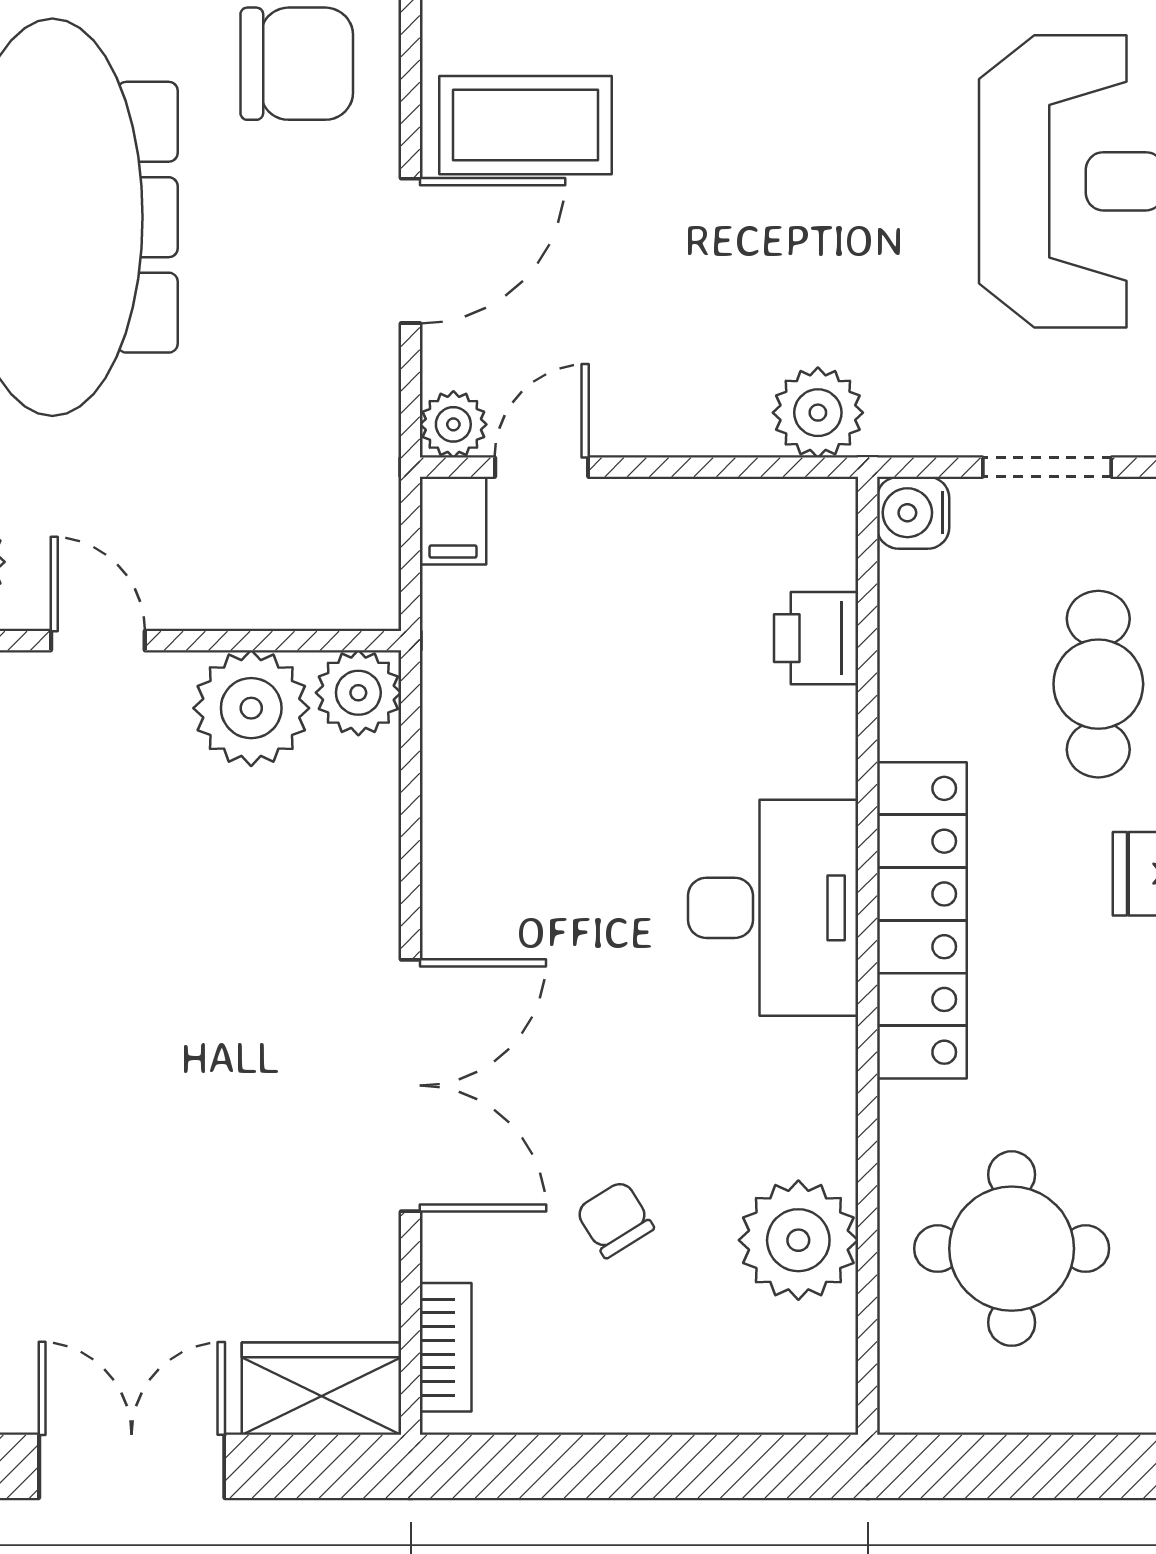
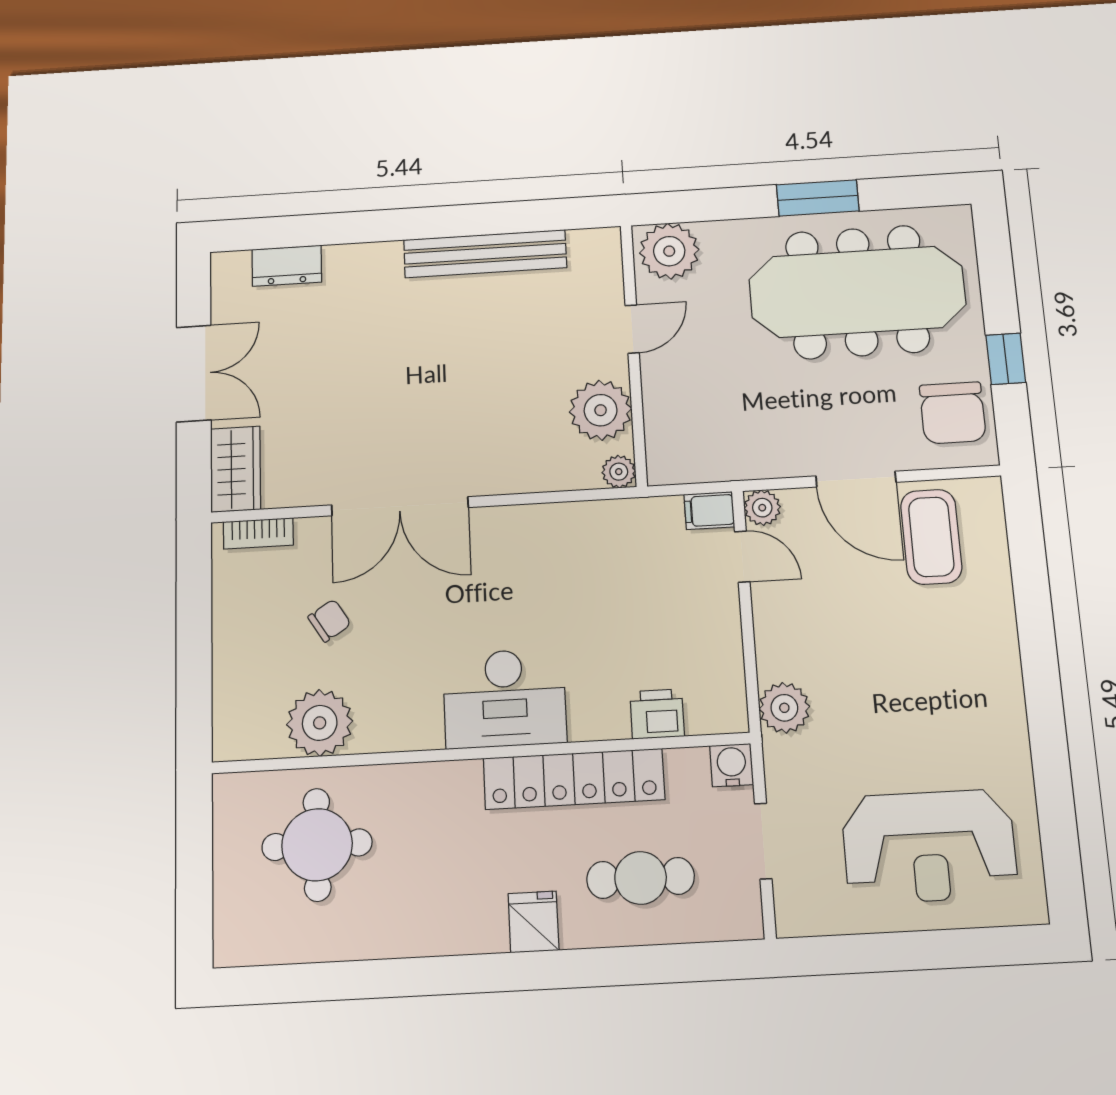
plant: (358, 693) -> (619, 472), width x0.73, depth x0.73
locker: (922, 920) -> (574, 779), moved

